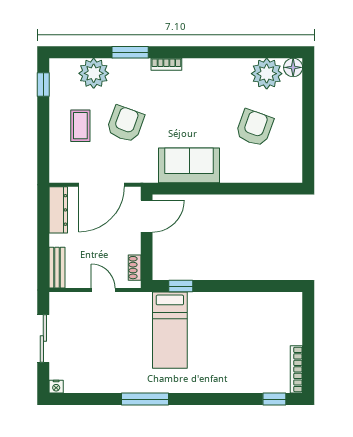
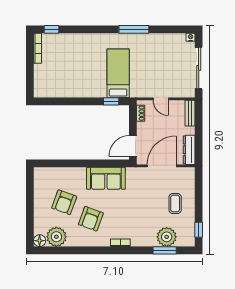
window: (130, 52) -> (165, 250), moved
armchair: (125, 124) -> (91, 219), moved
sliding door: (43, 338) -> (199, 68), width x1.37

